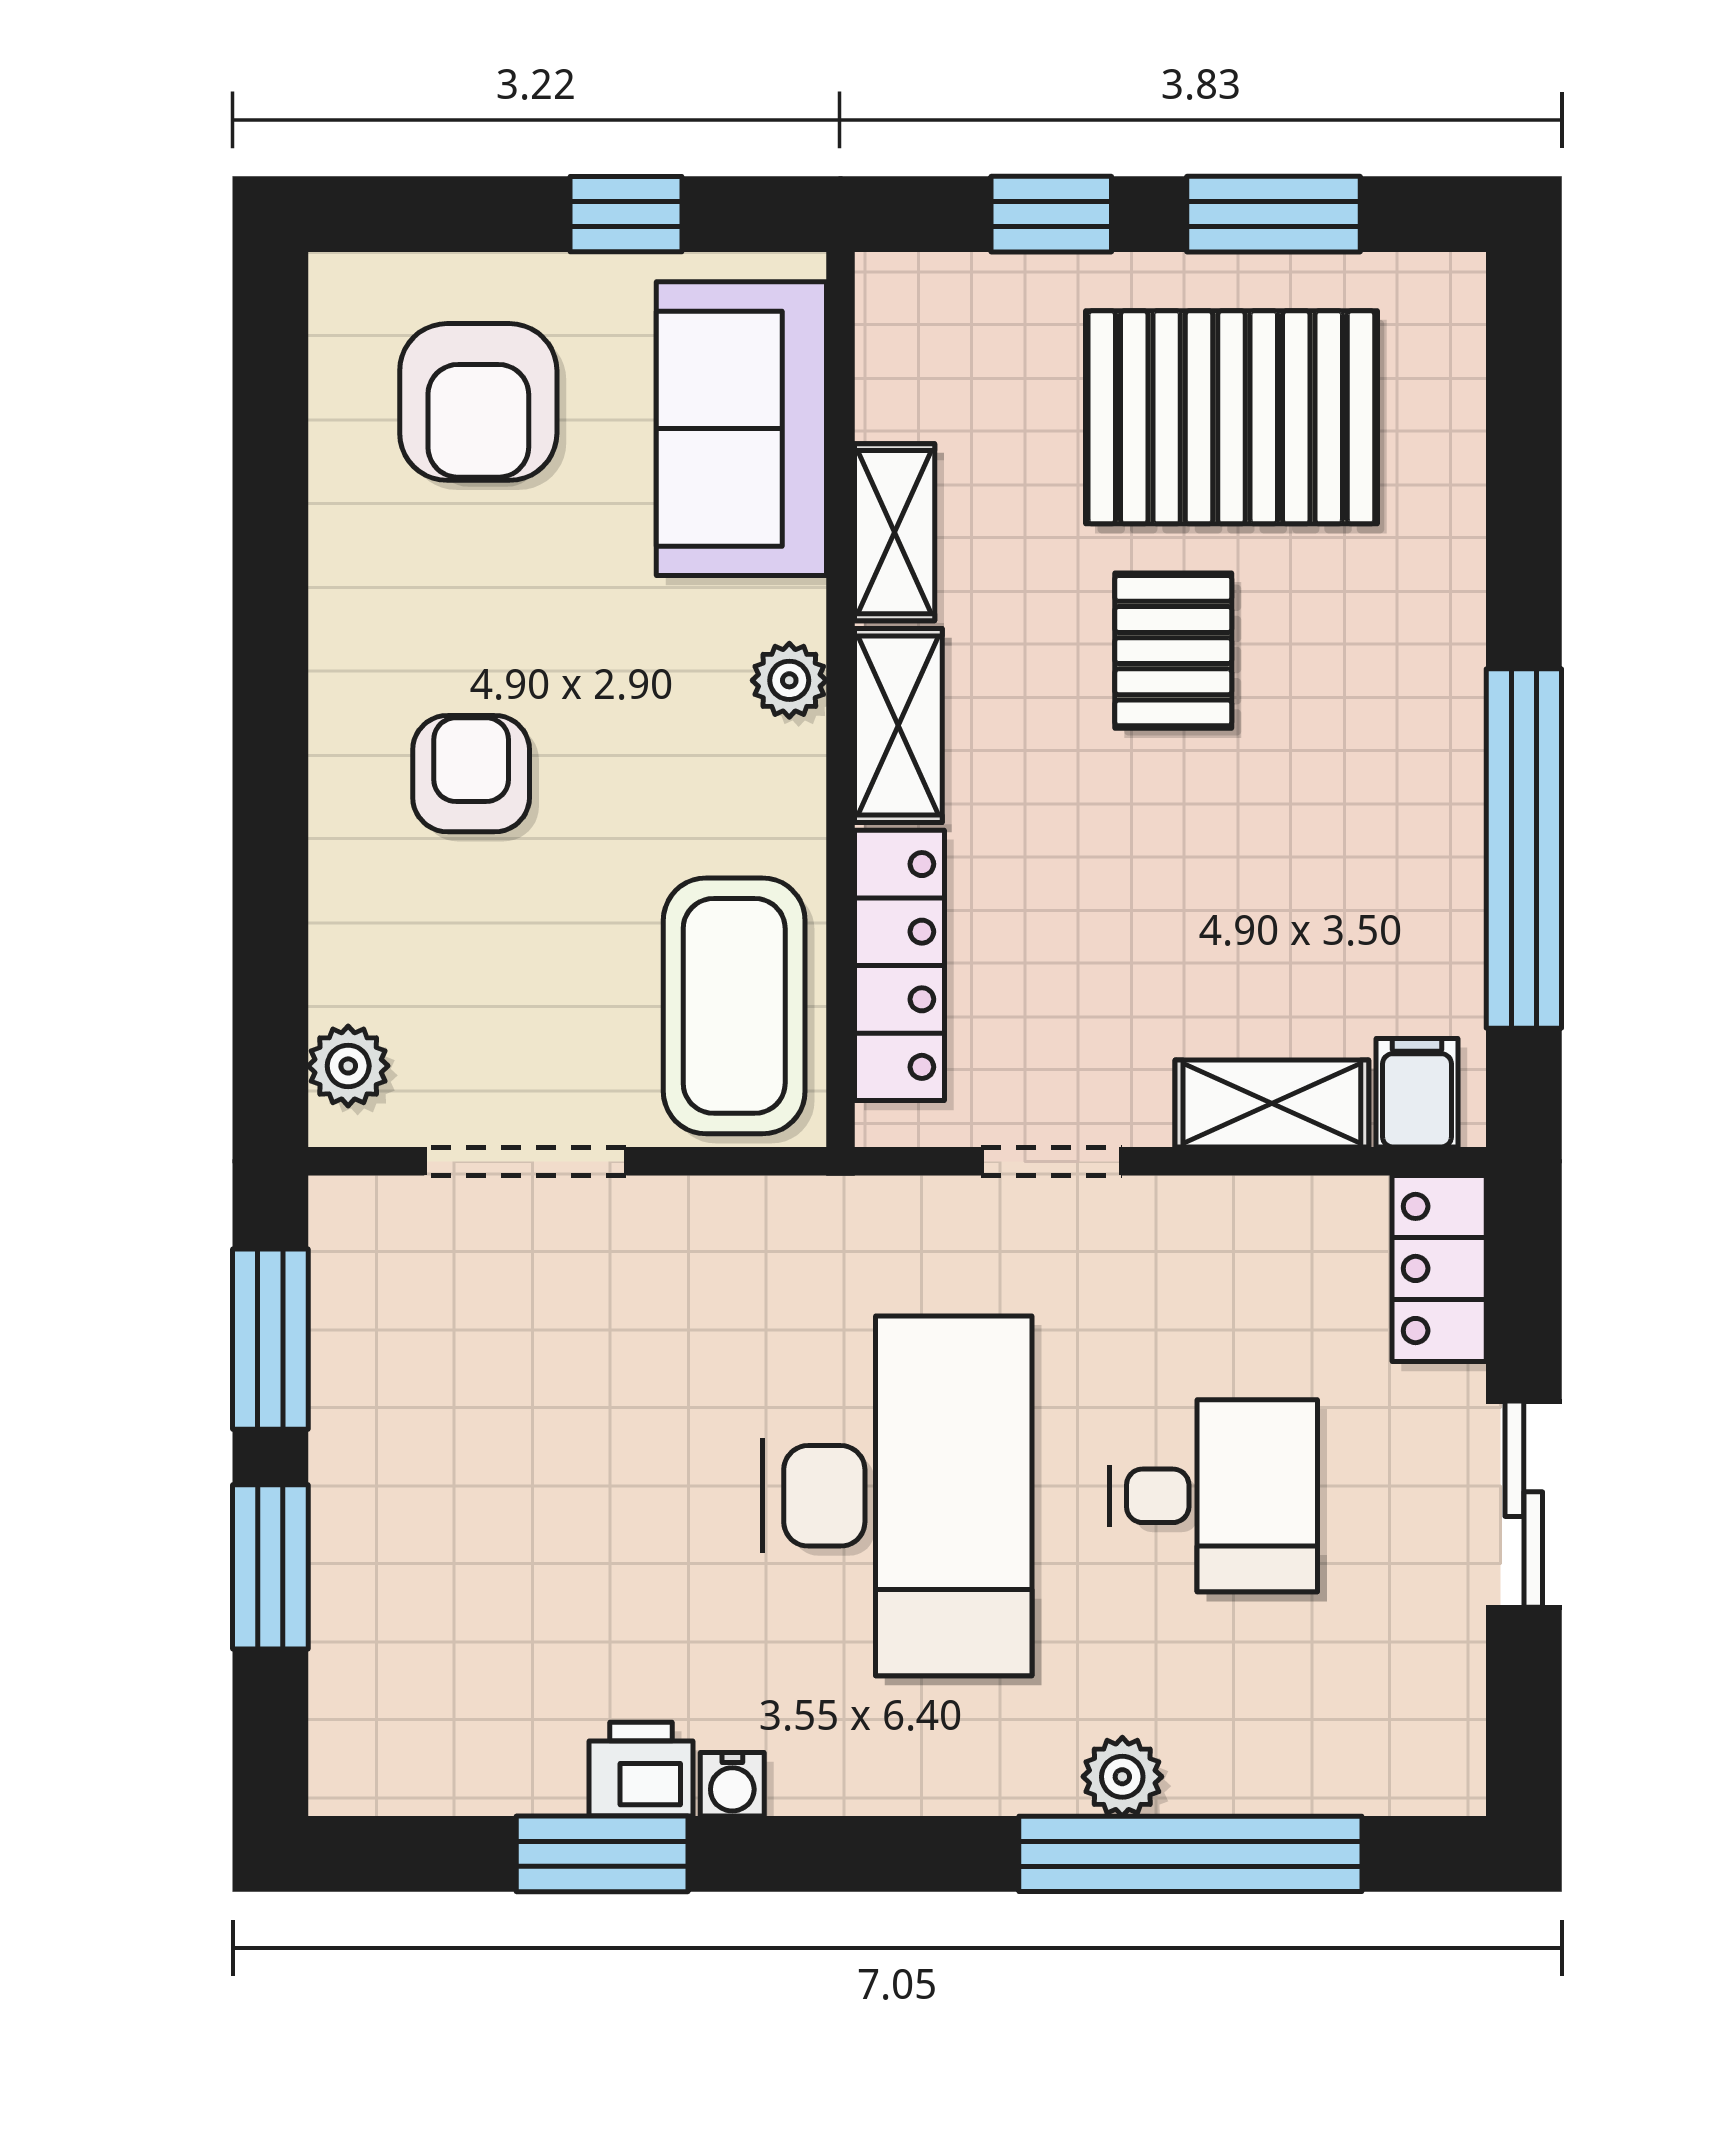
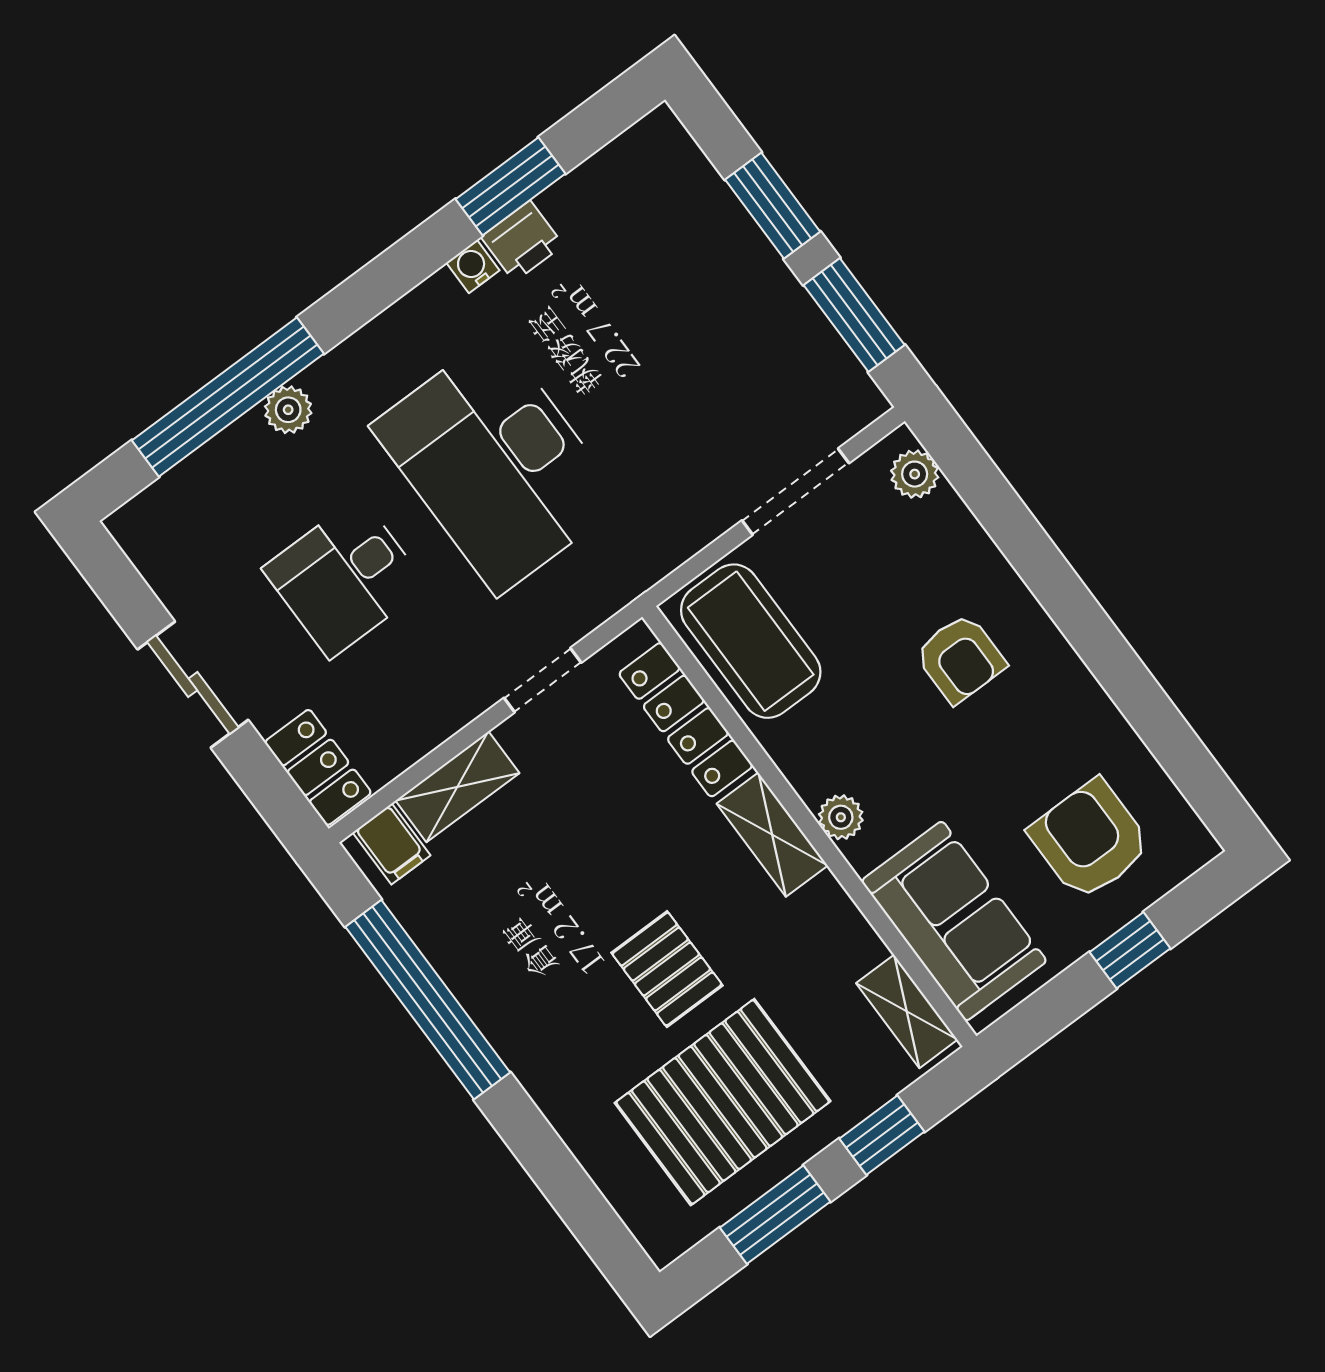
window: (626, 214) -> (1130, 950), moved
shelving: (895, 532) -> (907, 1011), moved

